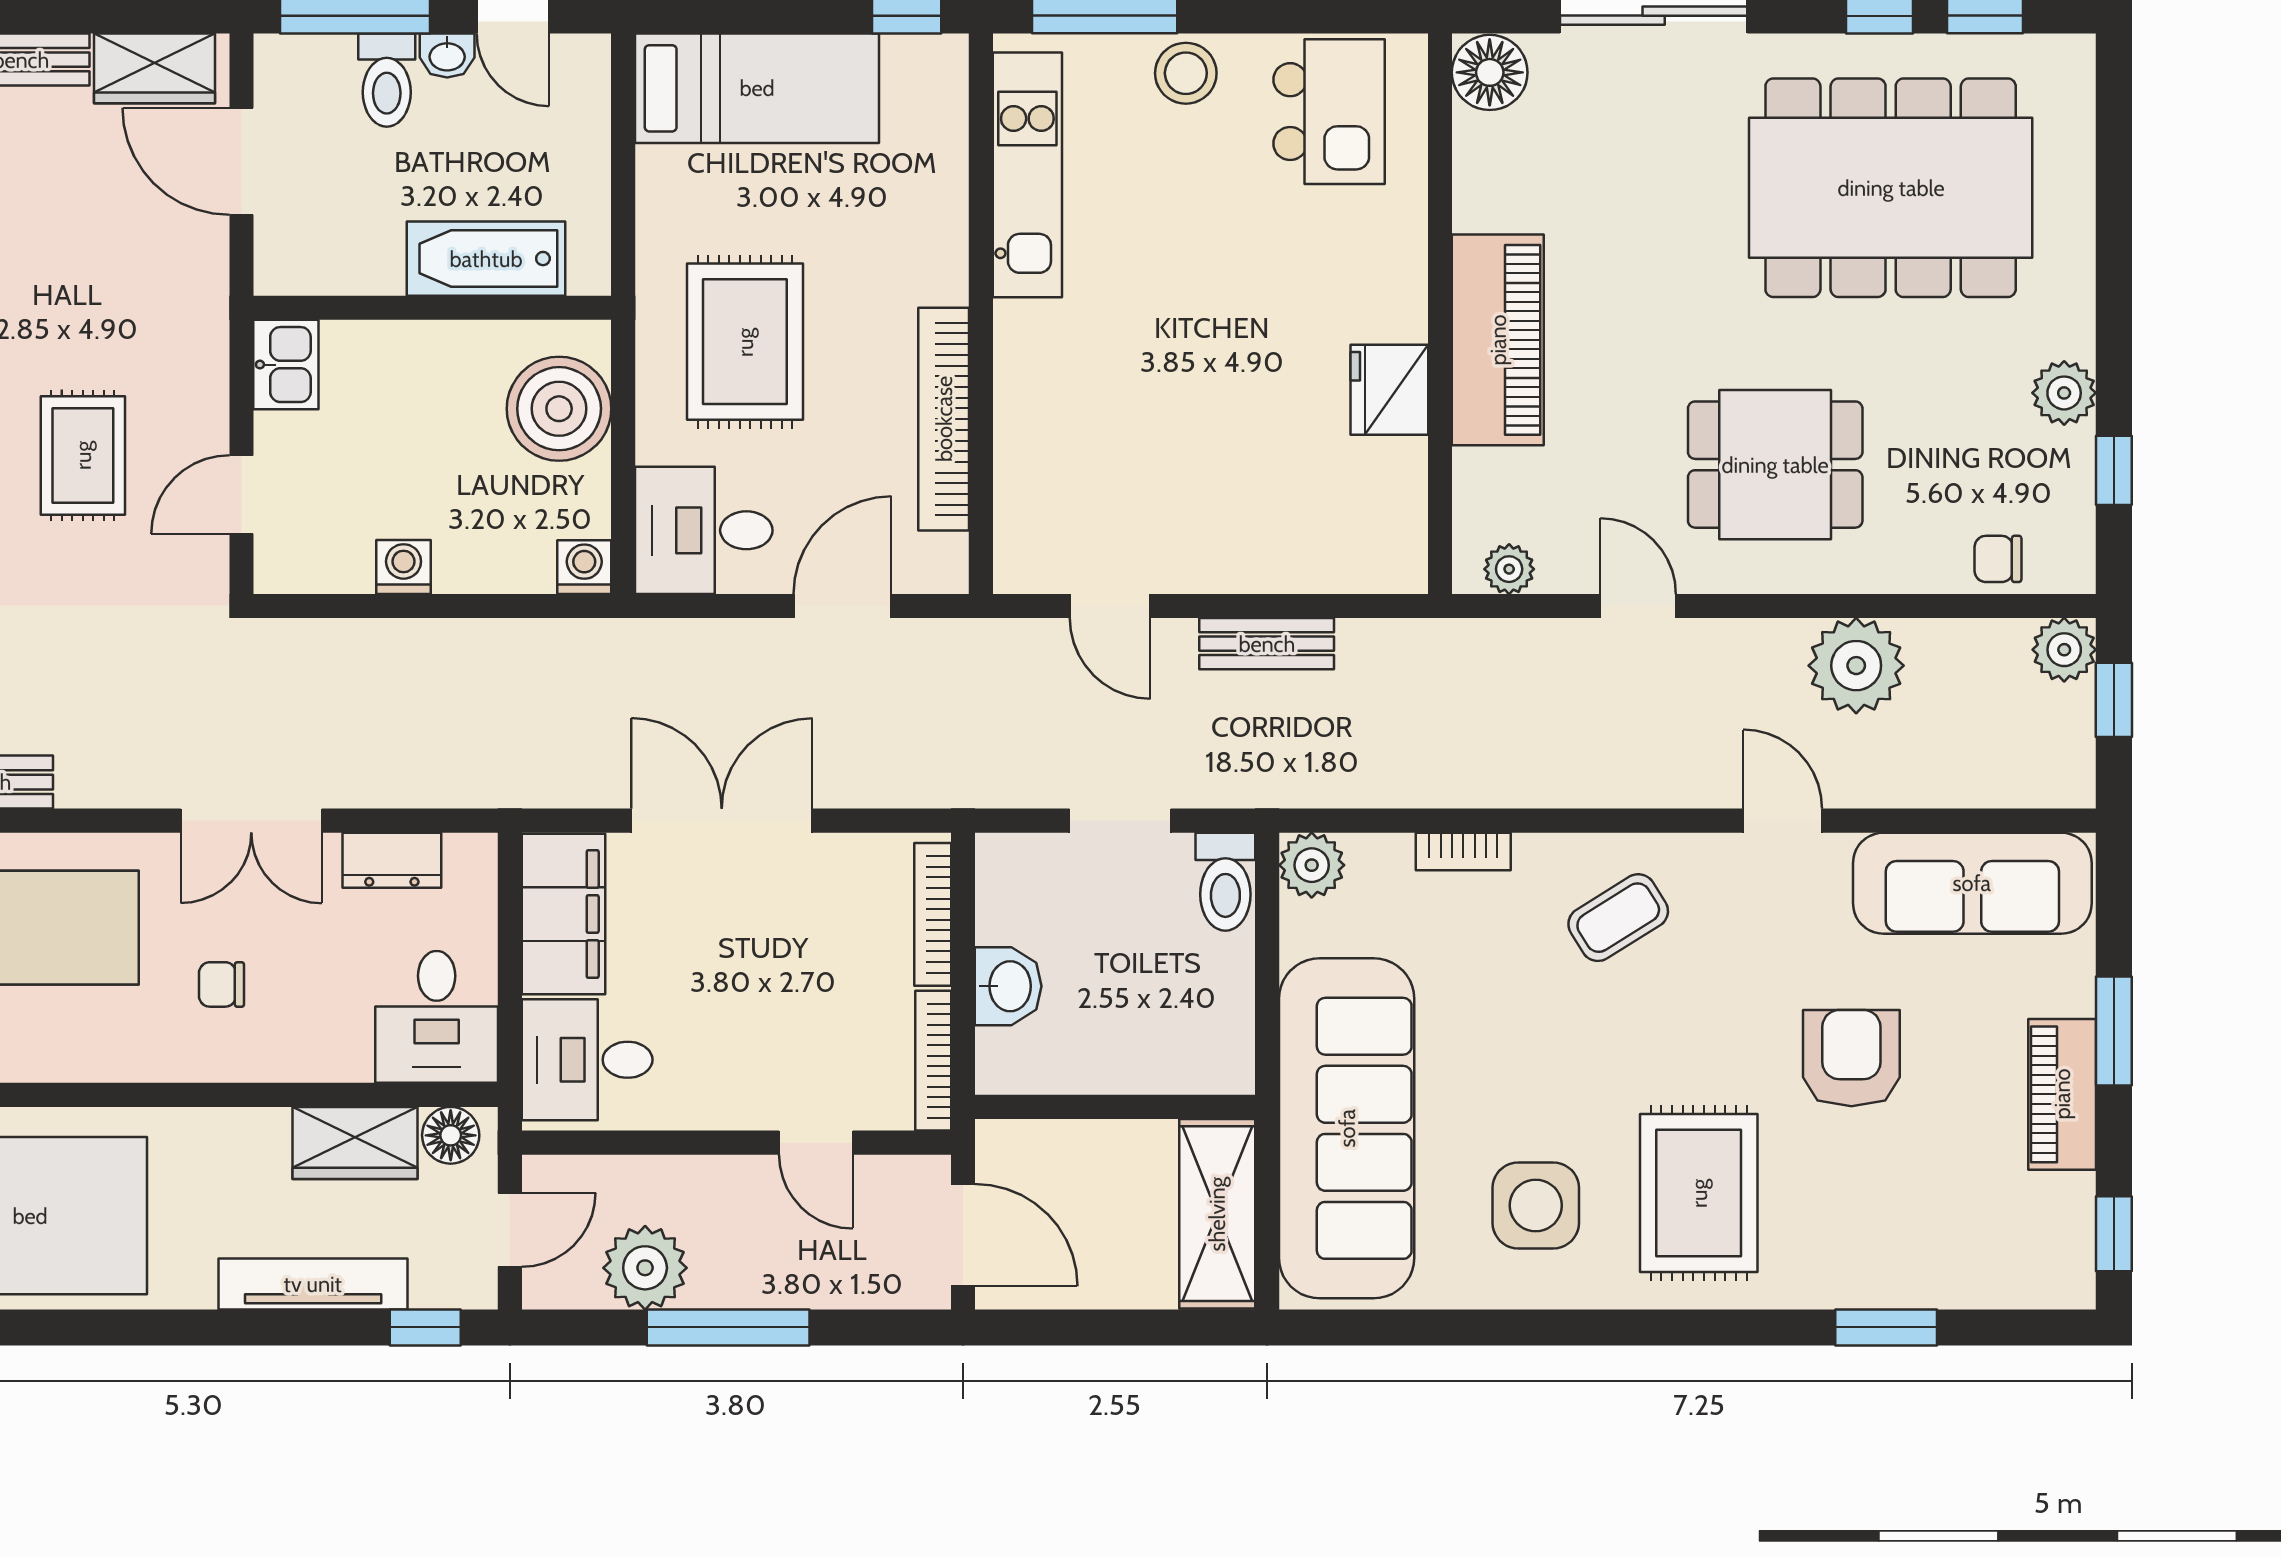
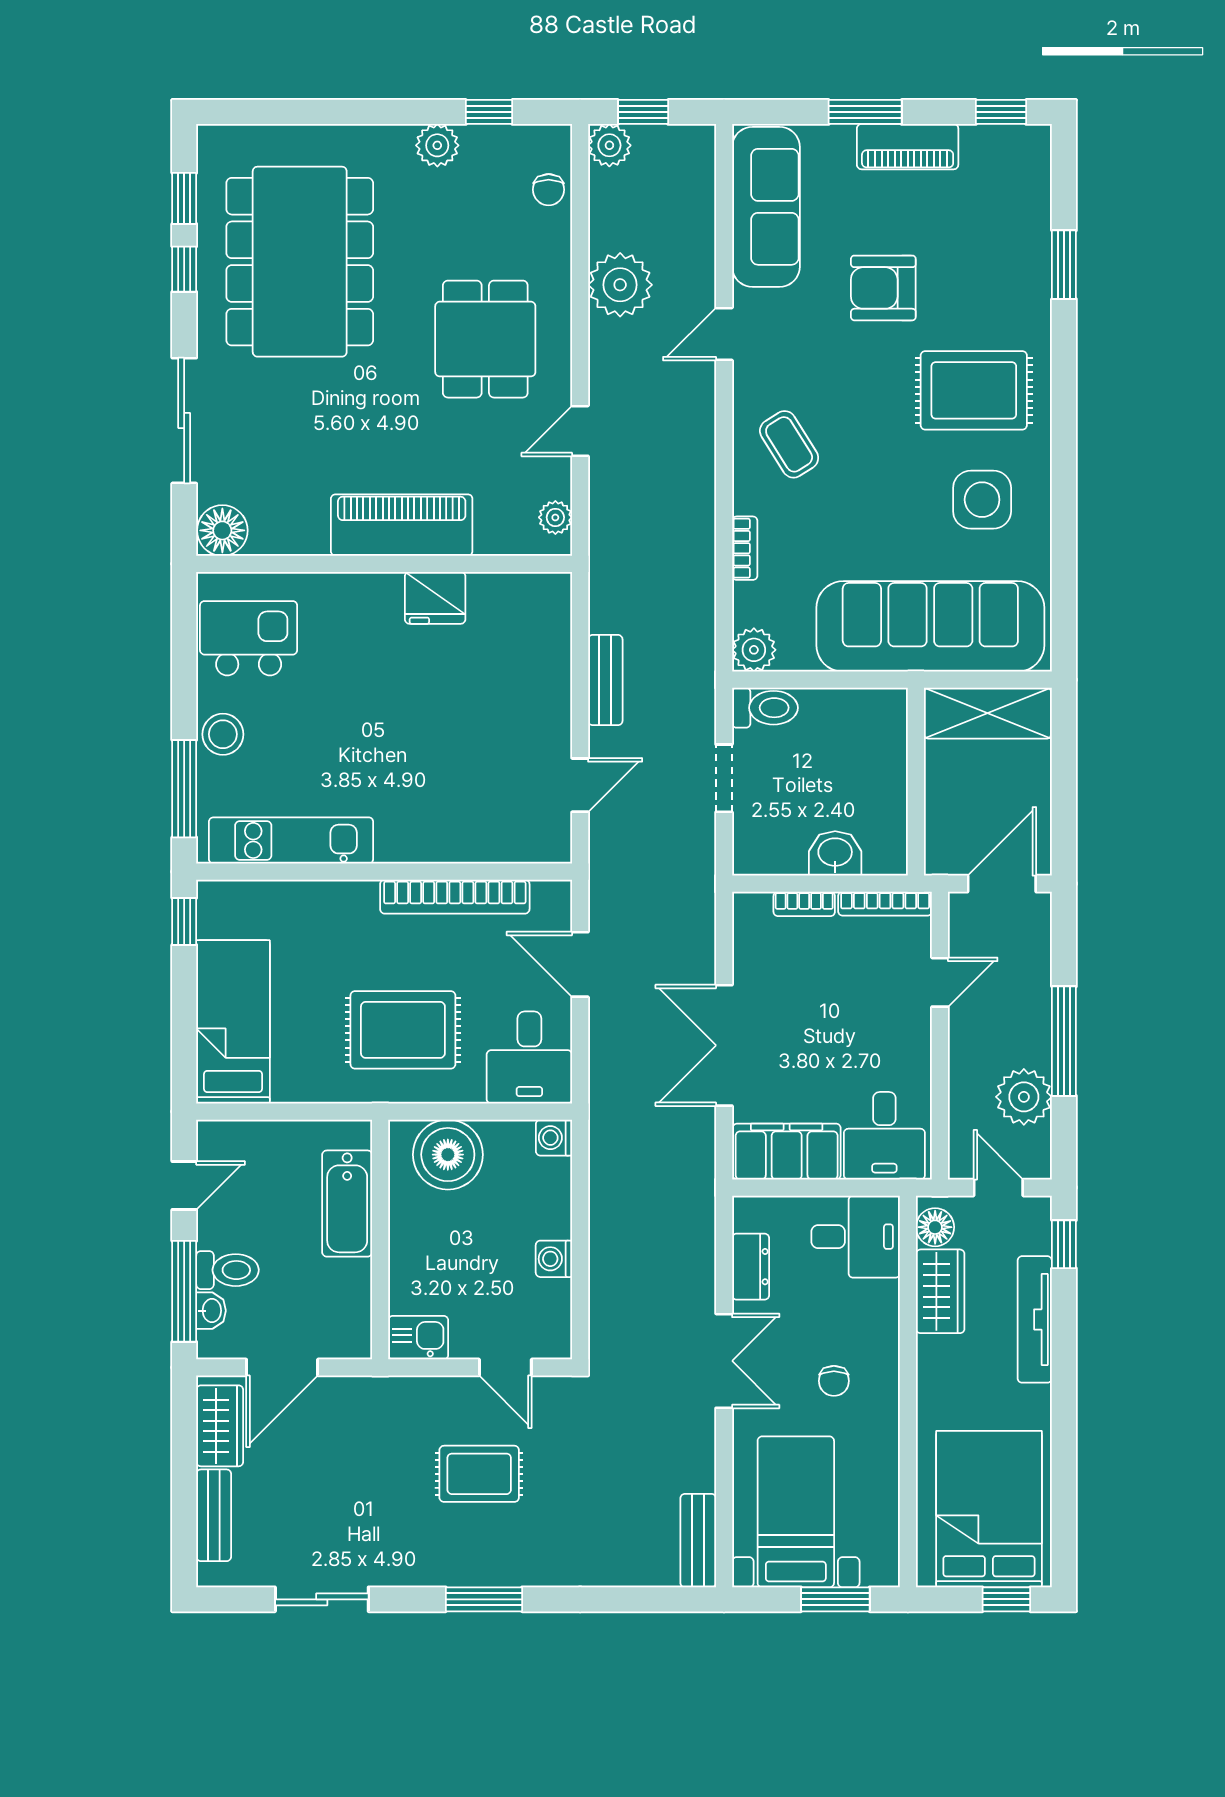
washbasin: (447, 56) -> (211, 1311), moved
bookcase: (933, 914) -> (804, 904), width x0.64

